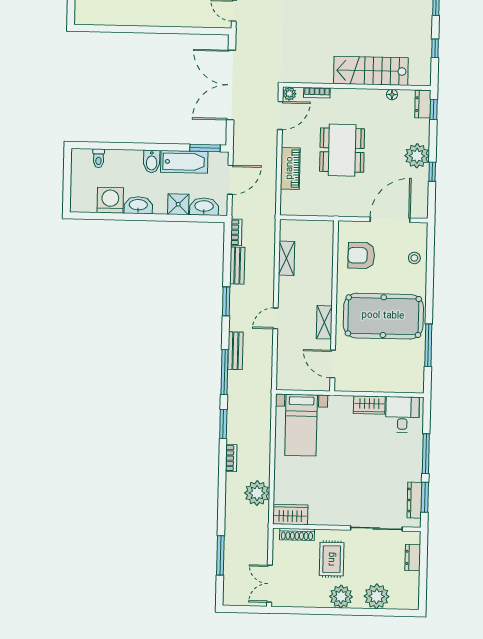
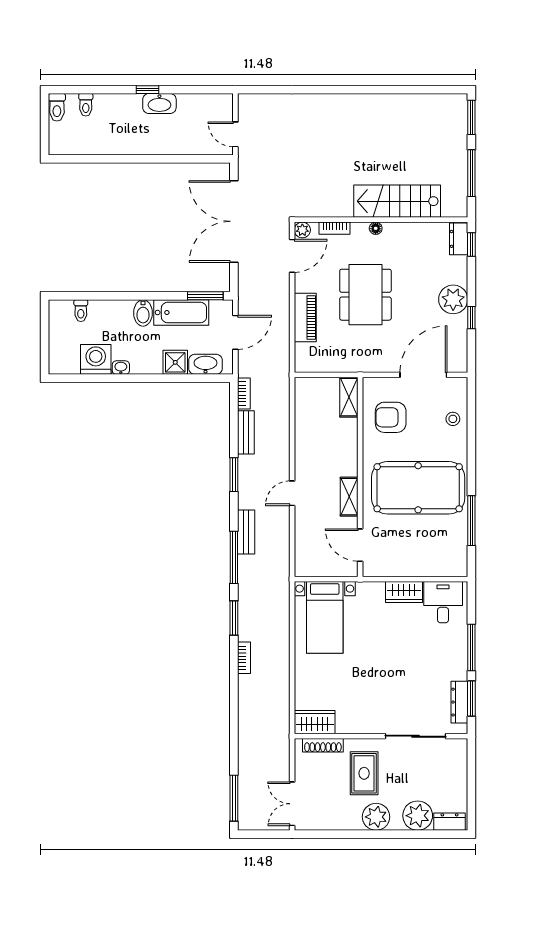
window: (435, 48) -> (471, 173), width x2.17
floor lamp: (392, 94) -> (376, 228), moved
washbasin: (138, 205) -> (121, 368), width x0.52, depth x0.69
shelving: (287, 258) -> (349, 397), moved
plant: (257, 493) -> (275, 698), removed
window: (220, 555) -> (234, 798), moved
dresser: (413, 557) -> (450, 822), moved, turned 90

